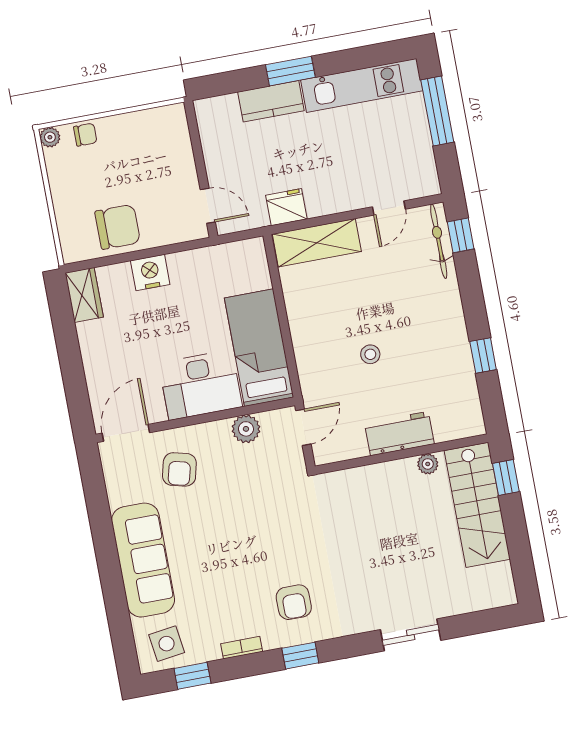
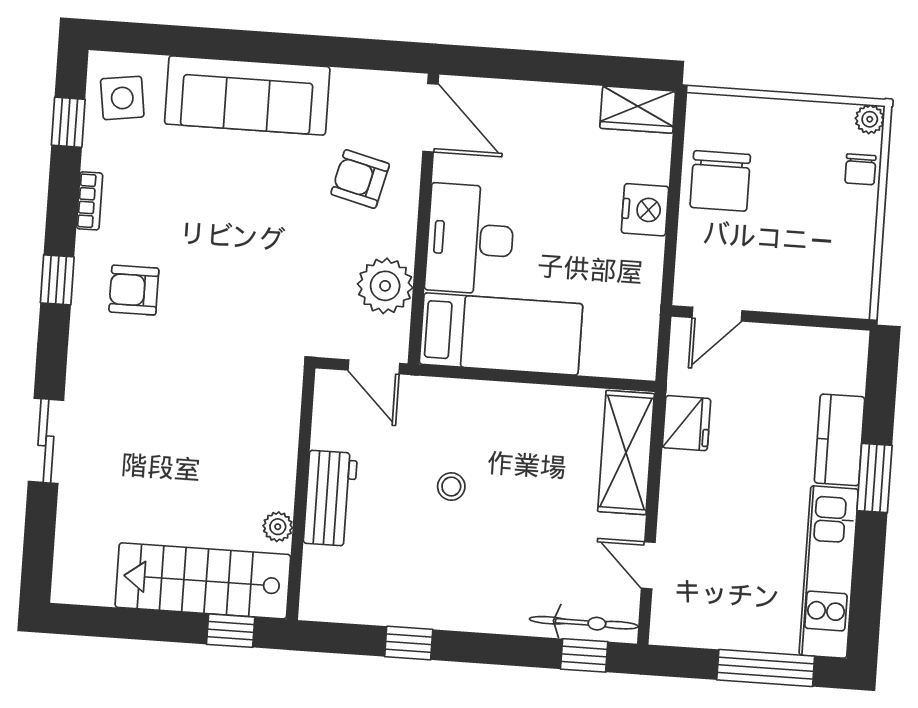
plant: (246, 429) -> (385, 286), width x1.36, depth x1.36

